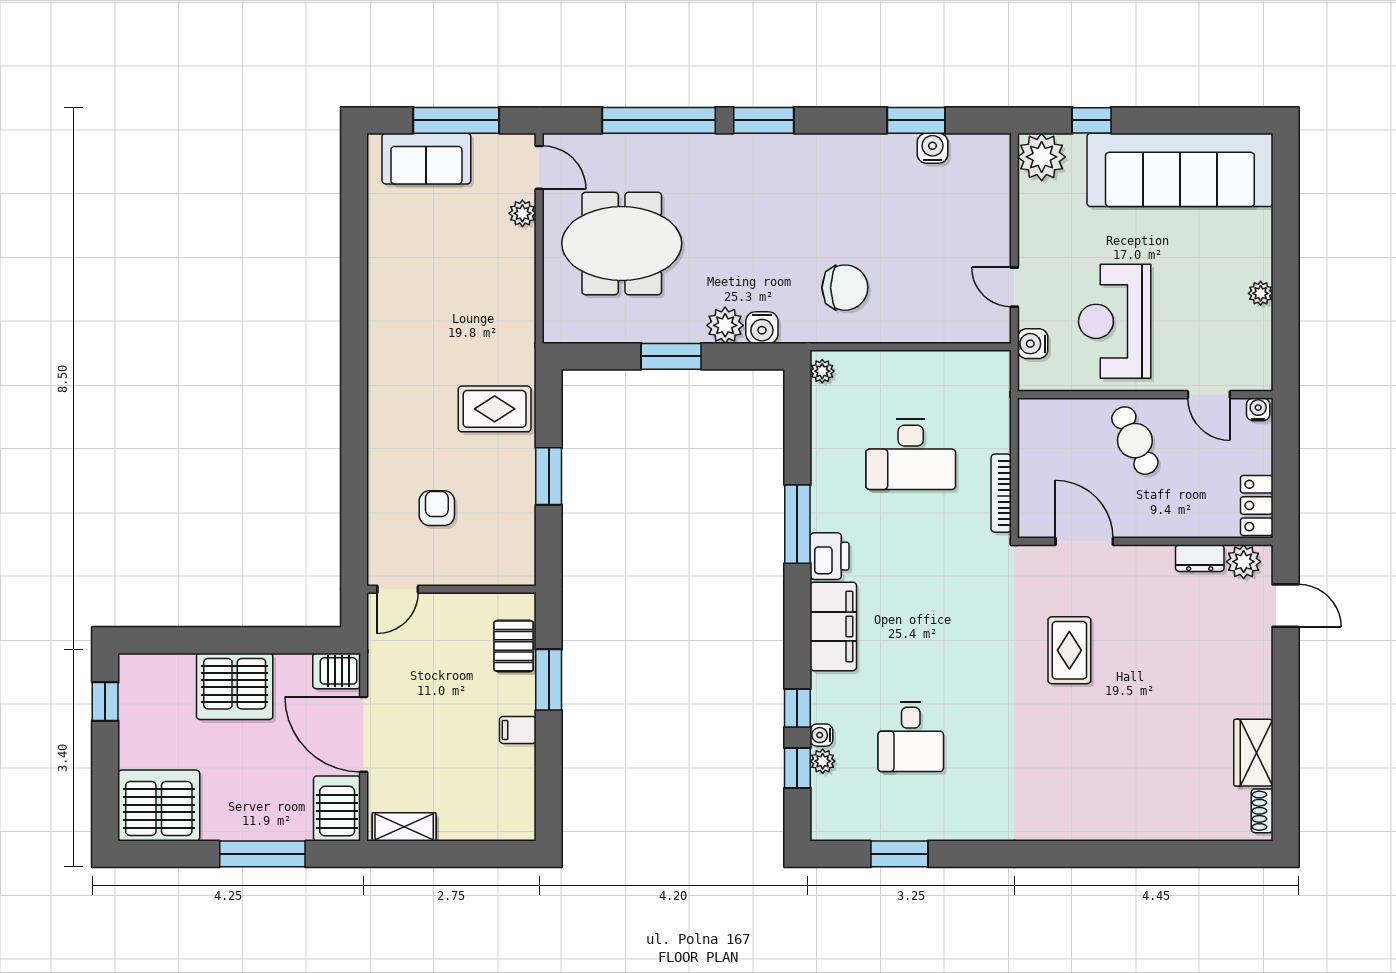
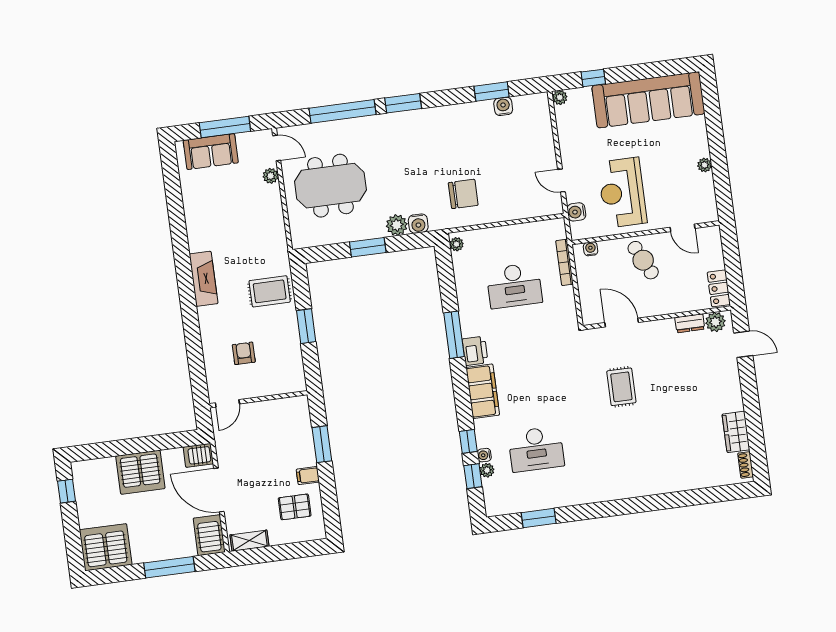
plant: (1042, 157) -> (560, 97), width x0.53, depth x0.53
fireplace: (386, 373) -> (204, 279), added
water cooler: (1258, 409) -> (591, 249), moved
bookcase: (1001, 493) -> (565, 262), moved
pallet: (514, 646) -> (295, 507), moved, turned 90
desk: (911, 737) -> (536, 449), width x1.37

